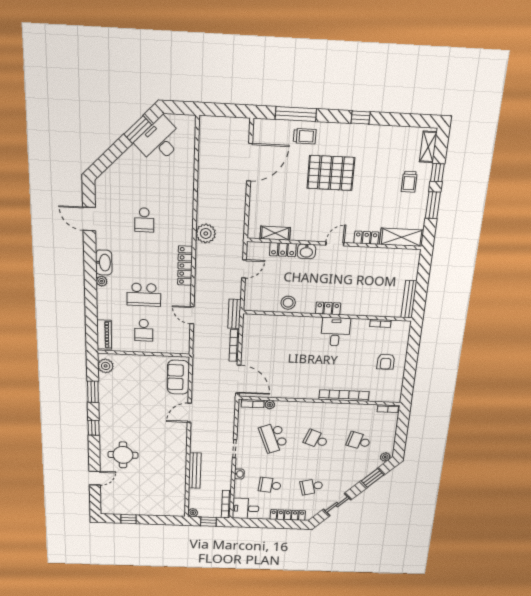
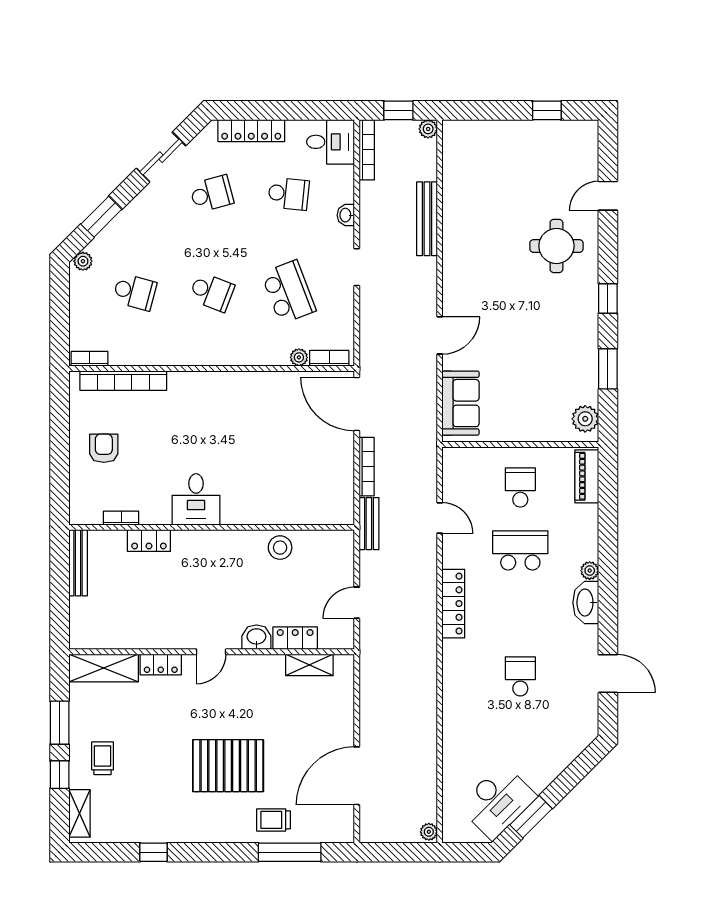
window: (361, 117) -> (154, 852), moved
plant: (206, 233) -> (429, 832), moved, width x0.53, depth x0.53
locker: (328, 308) -> (149, 541), moved
bookcase: (344, 396) -> (123, 381), moved

